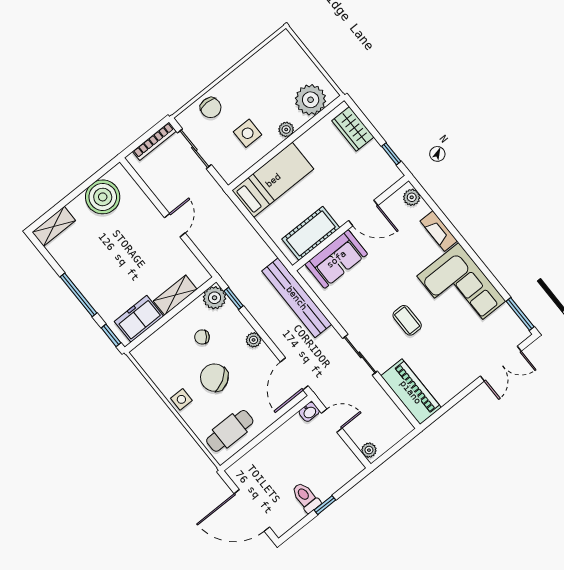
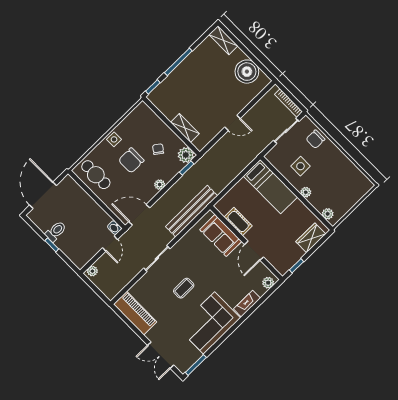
plant: (311, 100) -> (328, 214), width x0.53, depth x0.53
cot: (311, 233) -> (238, 221), width x0.73, depth x0.75
freezer: (139, 319) -> (166, 105), removed
chair: (214, 378) -> (131, 160), turned -149
piano: (411, 392) -> (135, 313), moved, turned -90

